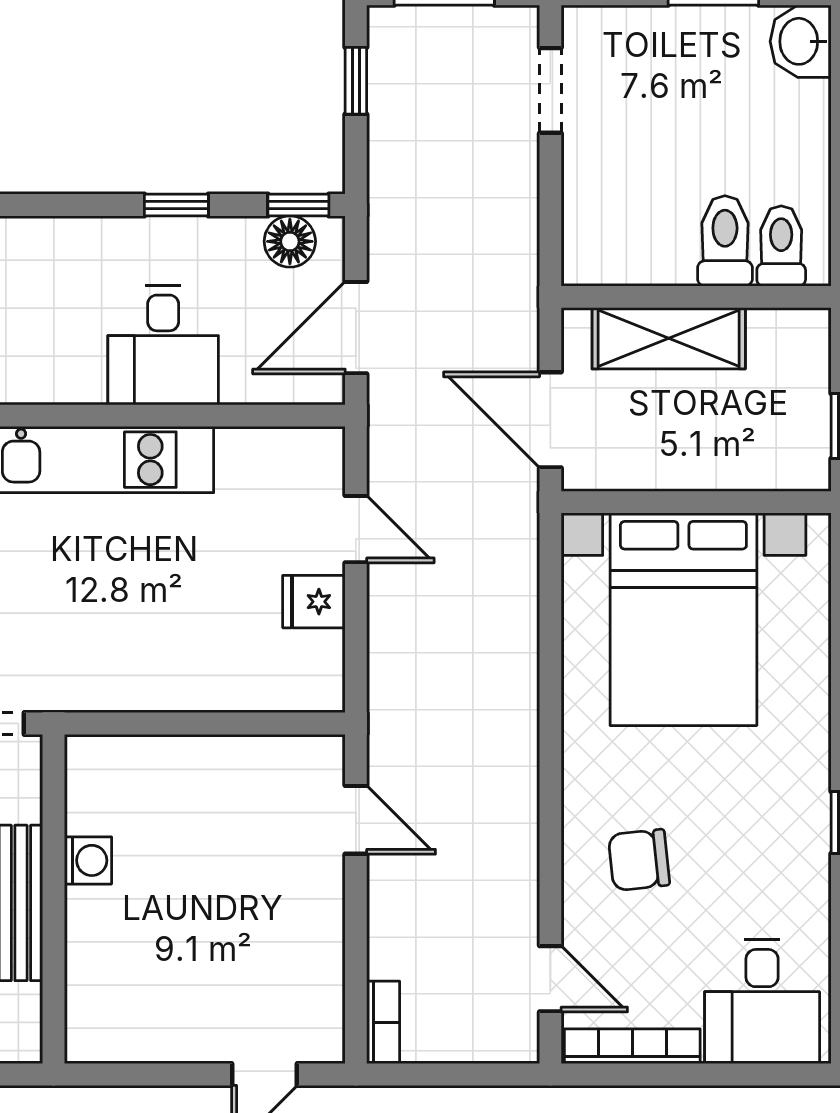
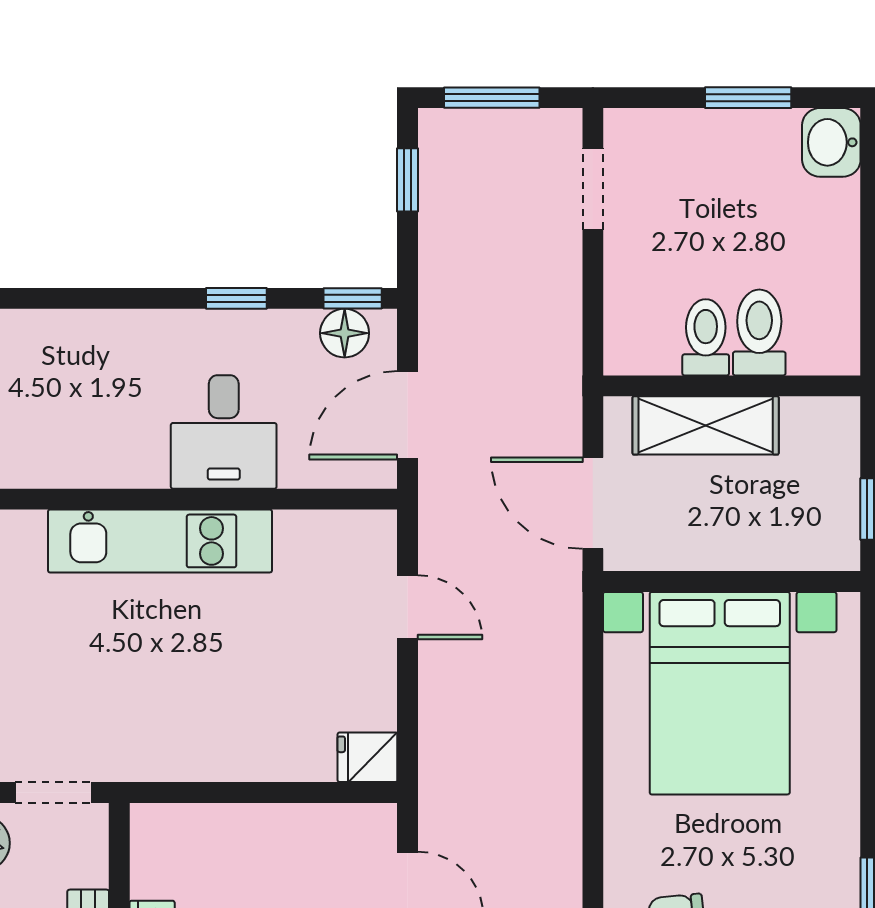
toilet: (781, 246) -> (706, 337), moved
fridge: (314, 602) -> (367, 757), moved

